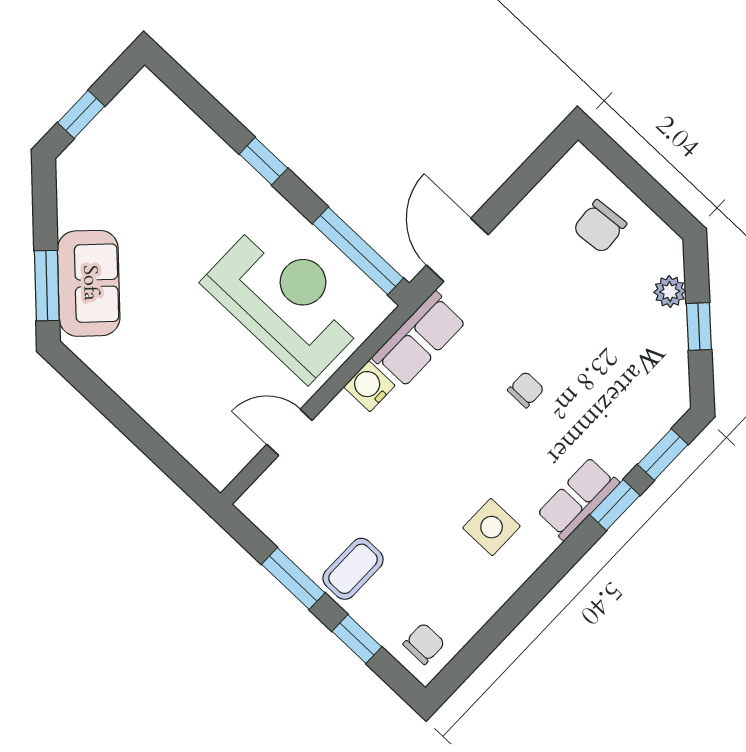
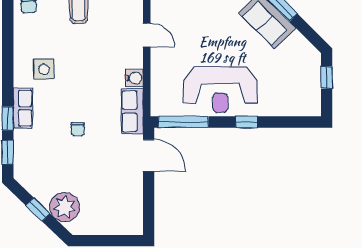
chair: (600, 226) -> (106, 211), removed
plant: (670, 292) -> (65, 207), width x1.88, depth x1.88
reception desk: (286, 300) -> (220, 89), moved
door: (289, 432) -> (147, 35), hinge flipped

